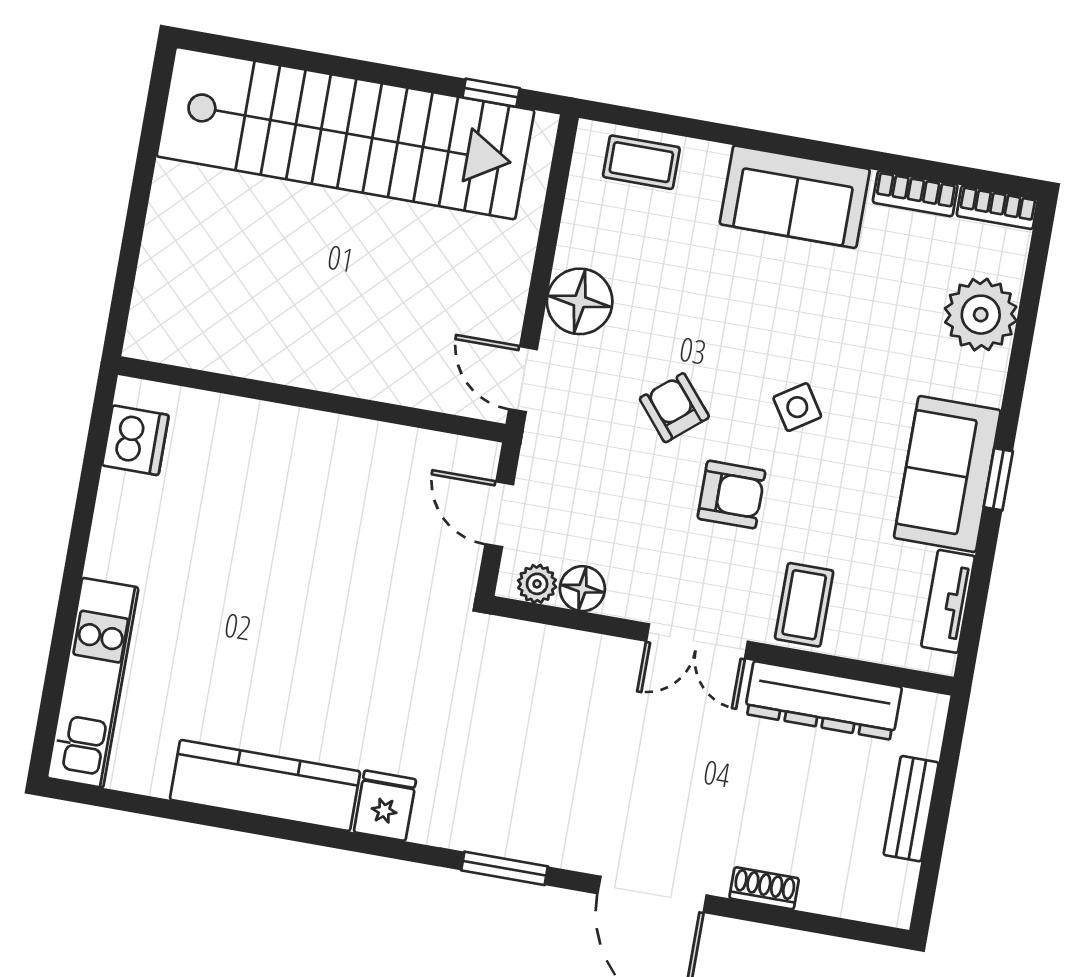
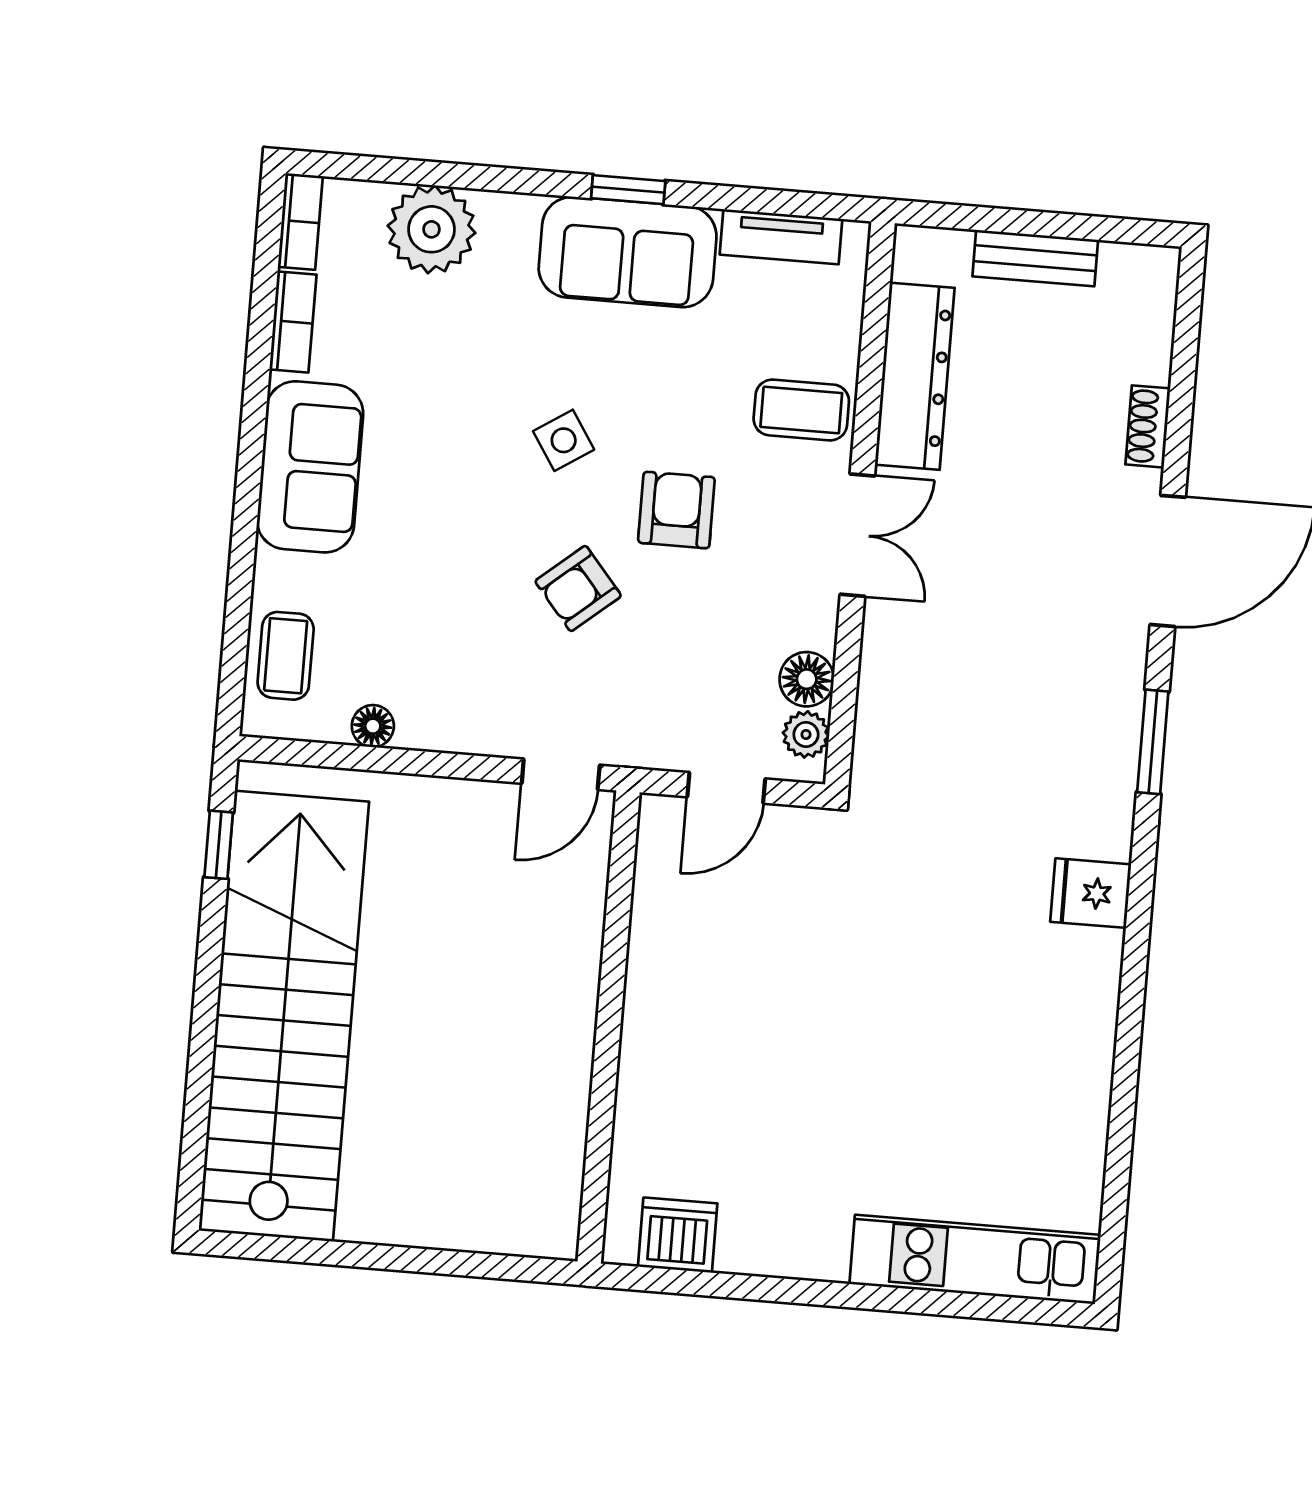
floor lamp: (580, 301) -> (373, 726), moved, width x0.53, depth x0.53
kitchen counter: (265, 785) -> (1080, 1040), removed

